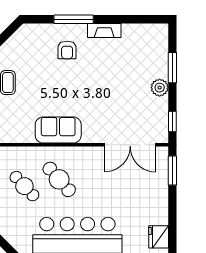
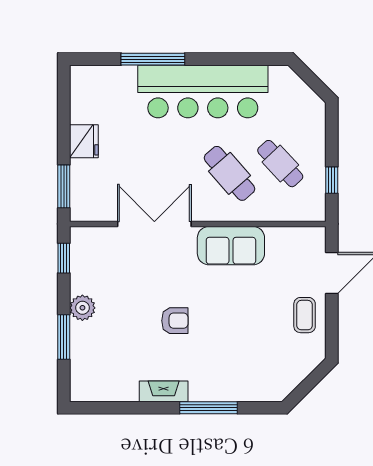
armchair: (67, 50) -> (175, 321), moved, turned 90
double door: (130, 145) -> (154, 224), moved
fridge: (159, 237) -> (84, 141), moved

